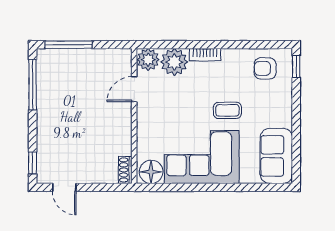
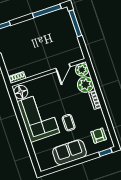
door: (134, 89) -> (63, 68), swing flipped
sofa: (276, 156) -> (69, 152), moved

